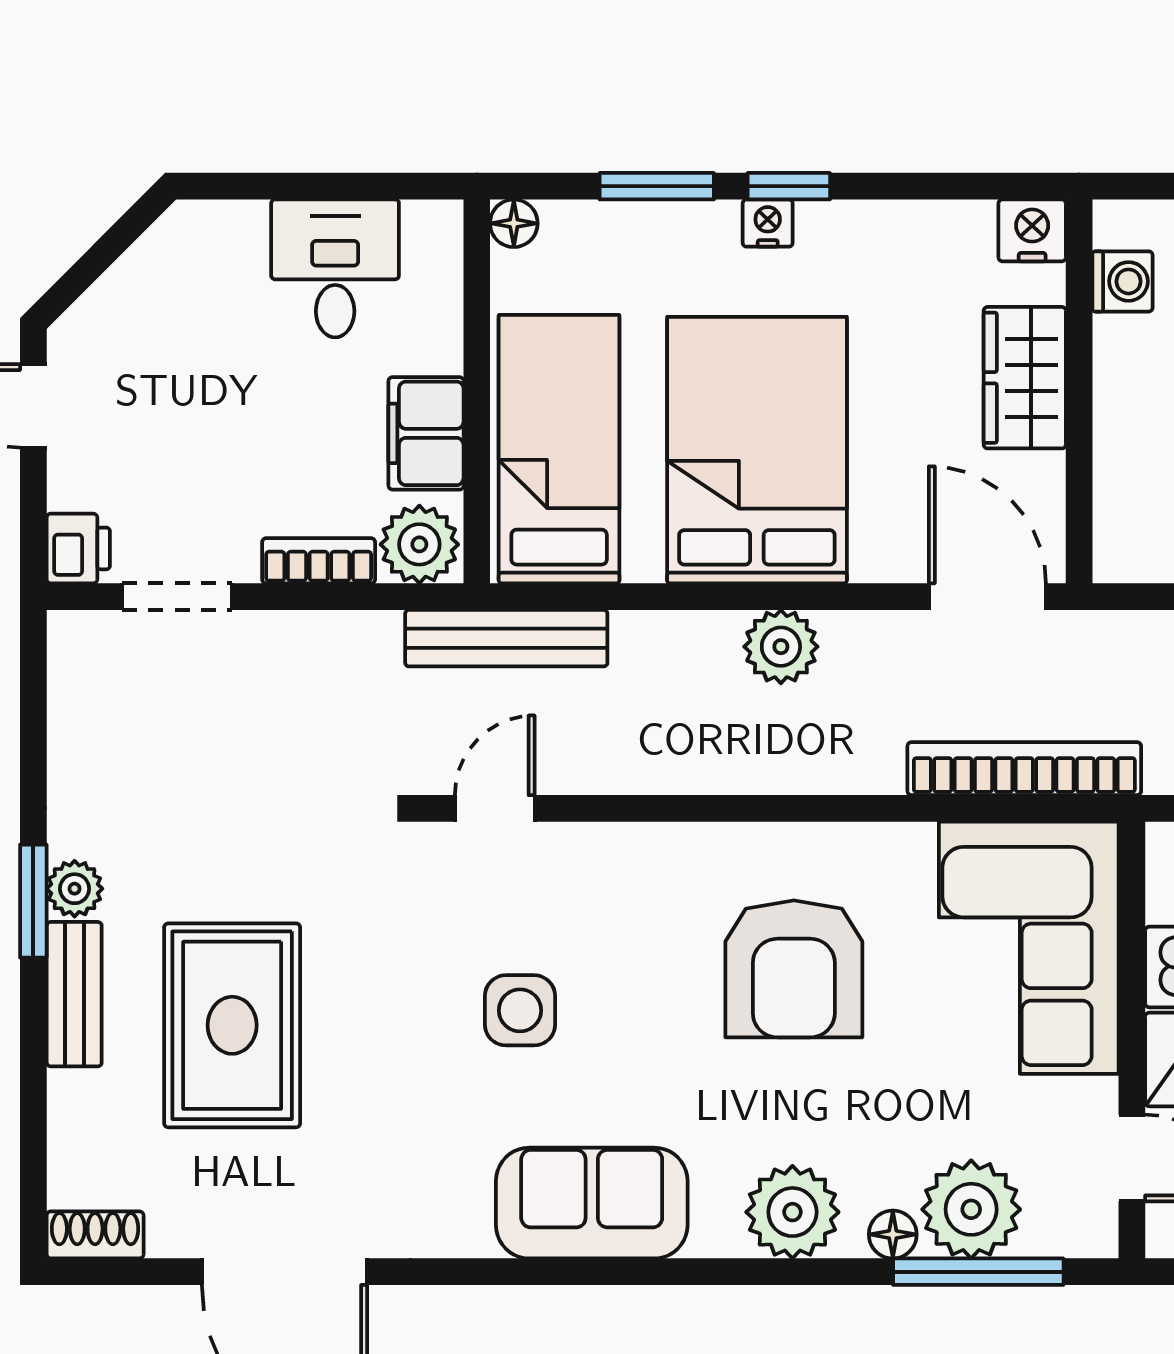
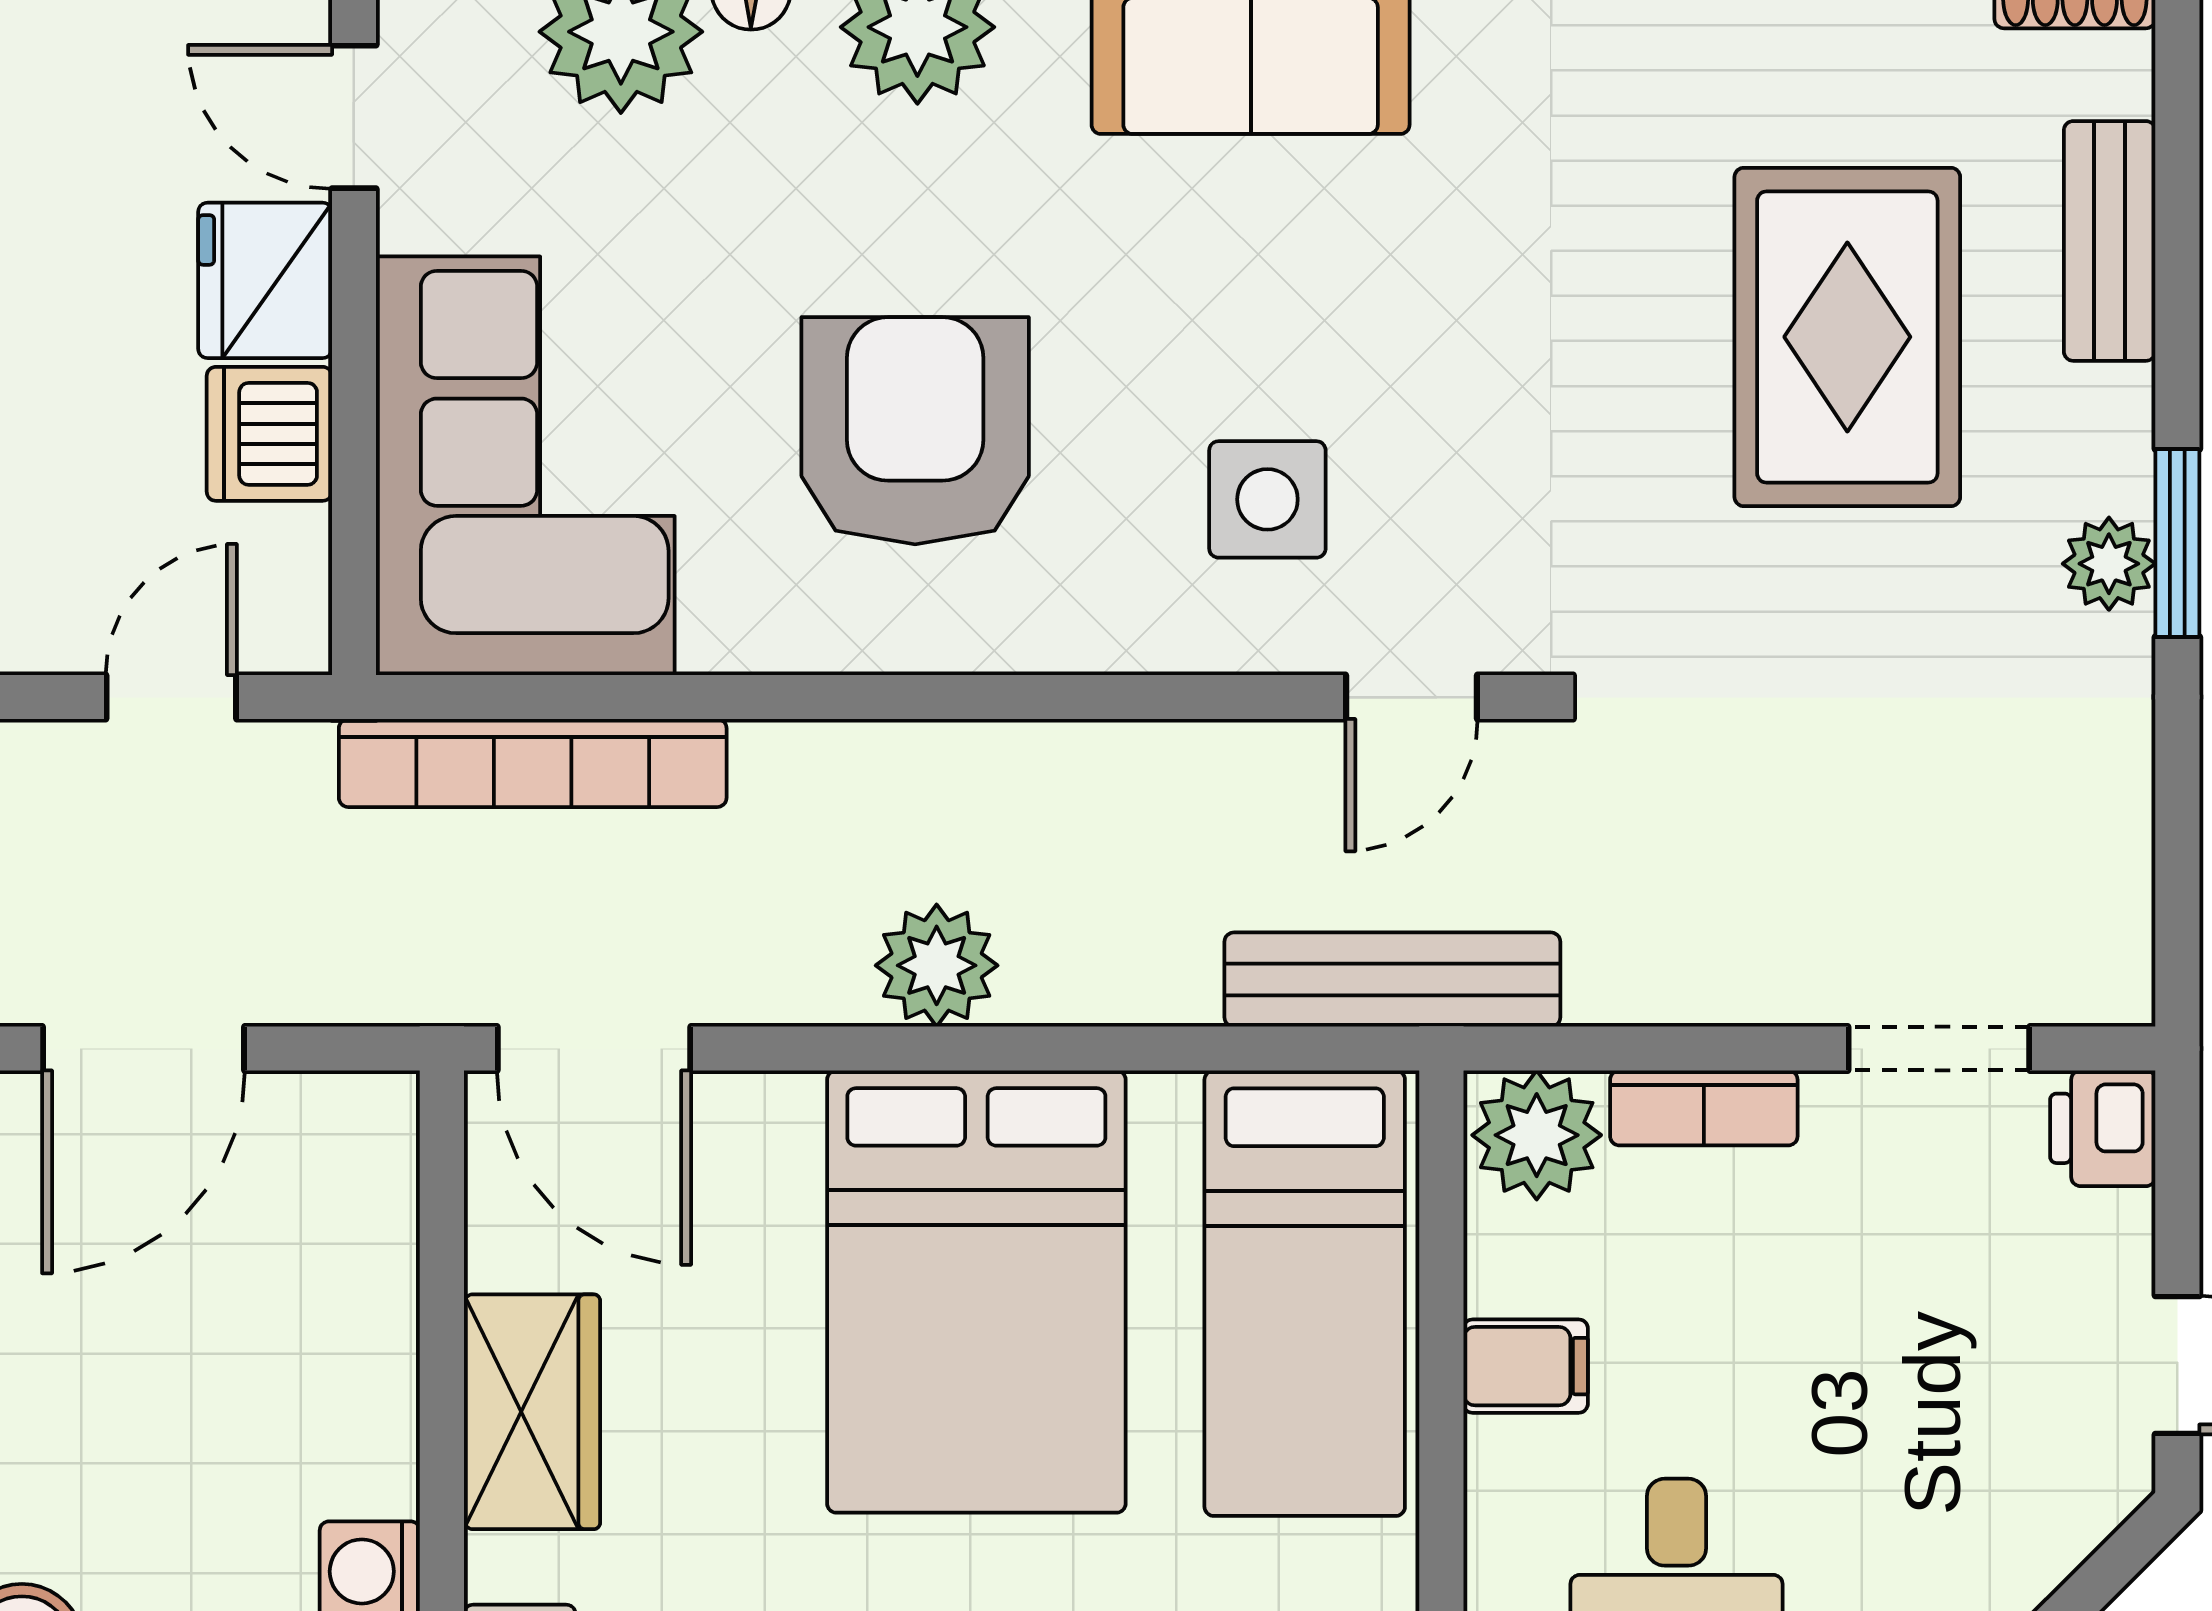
filing cabinet: (426, 433) -> (1526, 1366), width x0.50
bench: (74, 994) -> (2110, 241), moved
side table: (520, 1010) -> (1267, 499), moved

